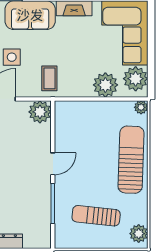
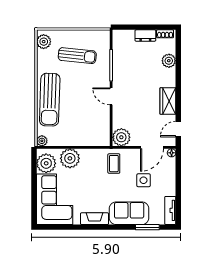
door: (53, 164) -> (111, 96), hinge flipped

